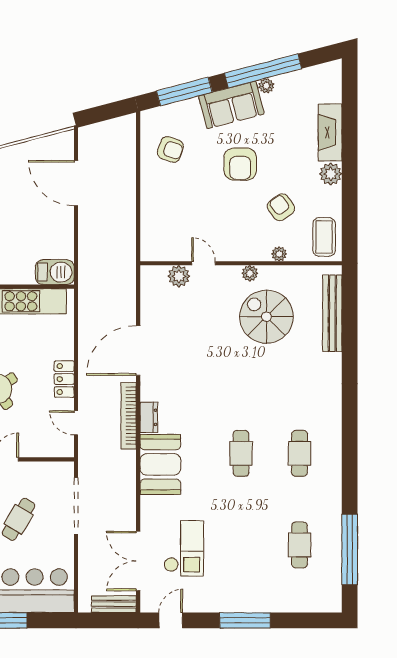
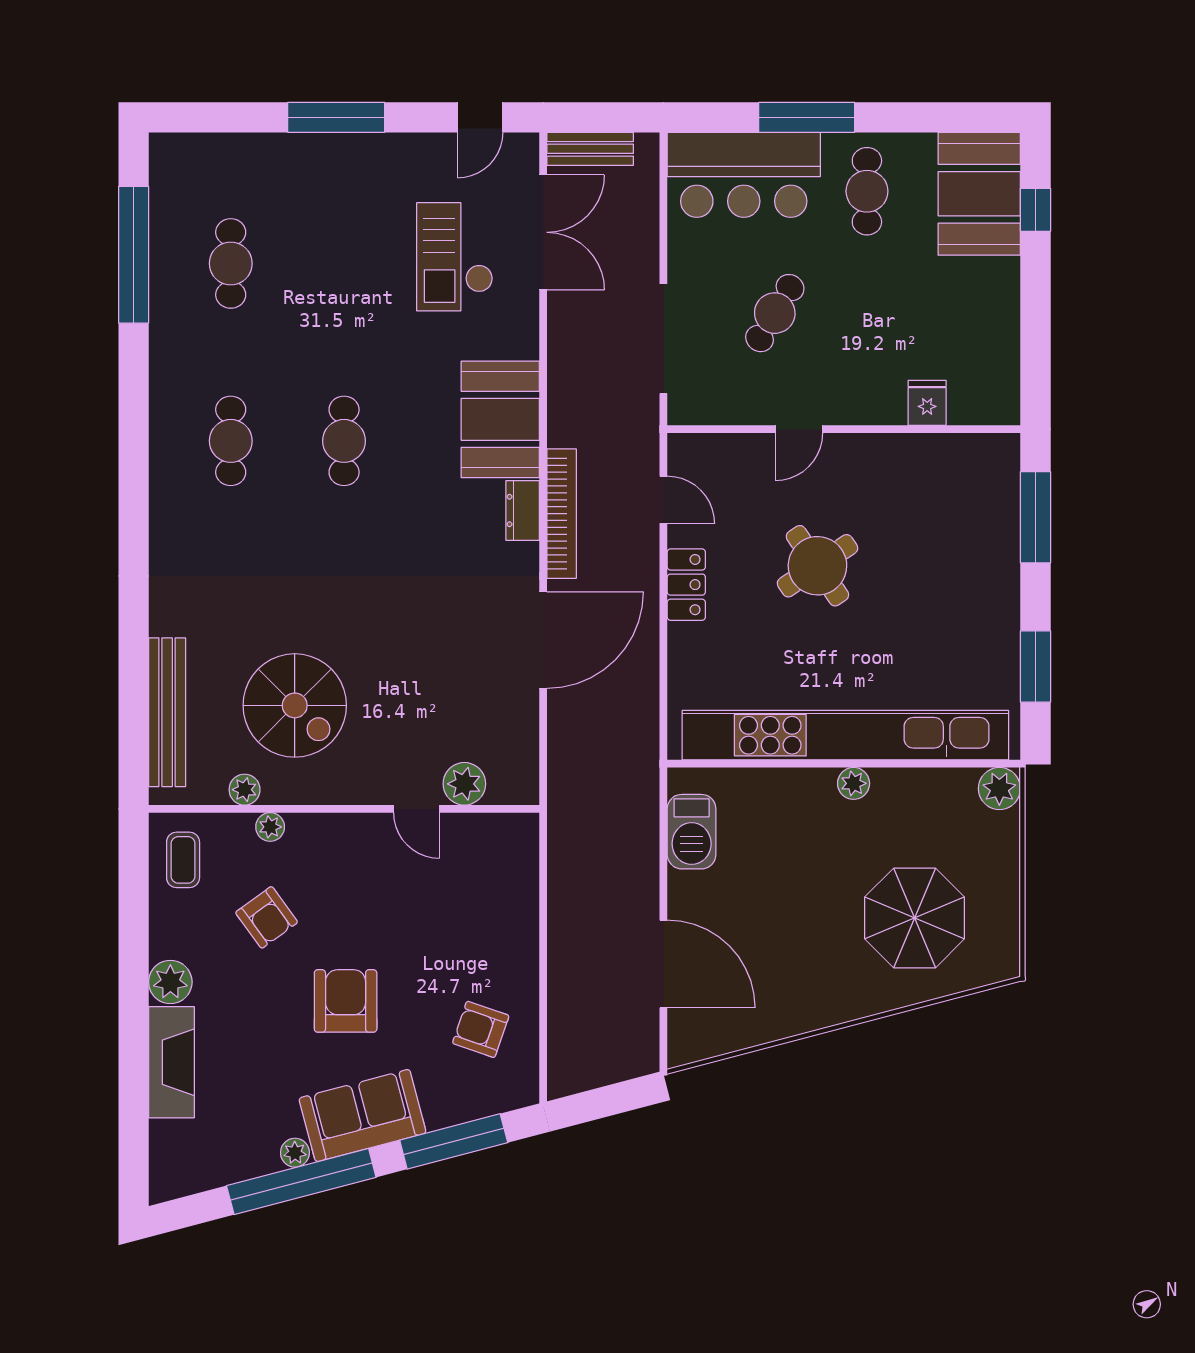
coffee table: (324, 237) -> (183, 860), width x0.73, depth x0.77
barbecue: (55, 272) -> (692, 832), moved, turned -90
plant: (250, 273) -> (245, 790), moved

